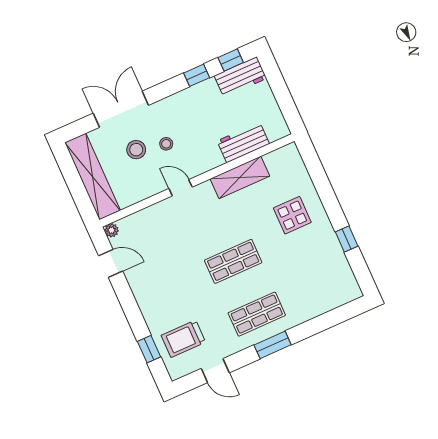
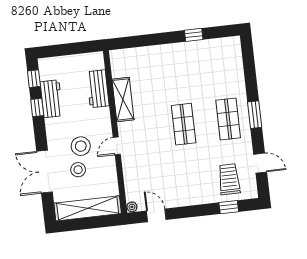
workbench: (240, 77) -> (51, 99), moved
stool: (166, 144) -> (81, 146), width x1.89, depth x1.89
display table: (292, 215) -> (163, 70), removed
door: (111, 263) -> (156, 215), hinge flipped
trolley: (183, 339) -> (229, 179), turned 180
door: (215, 371) -> (260, 163), hinge flipped

